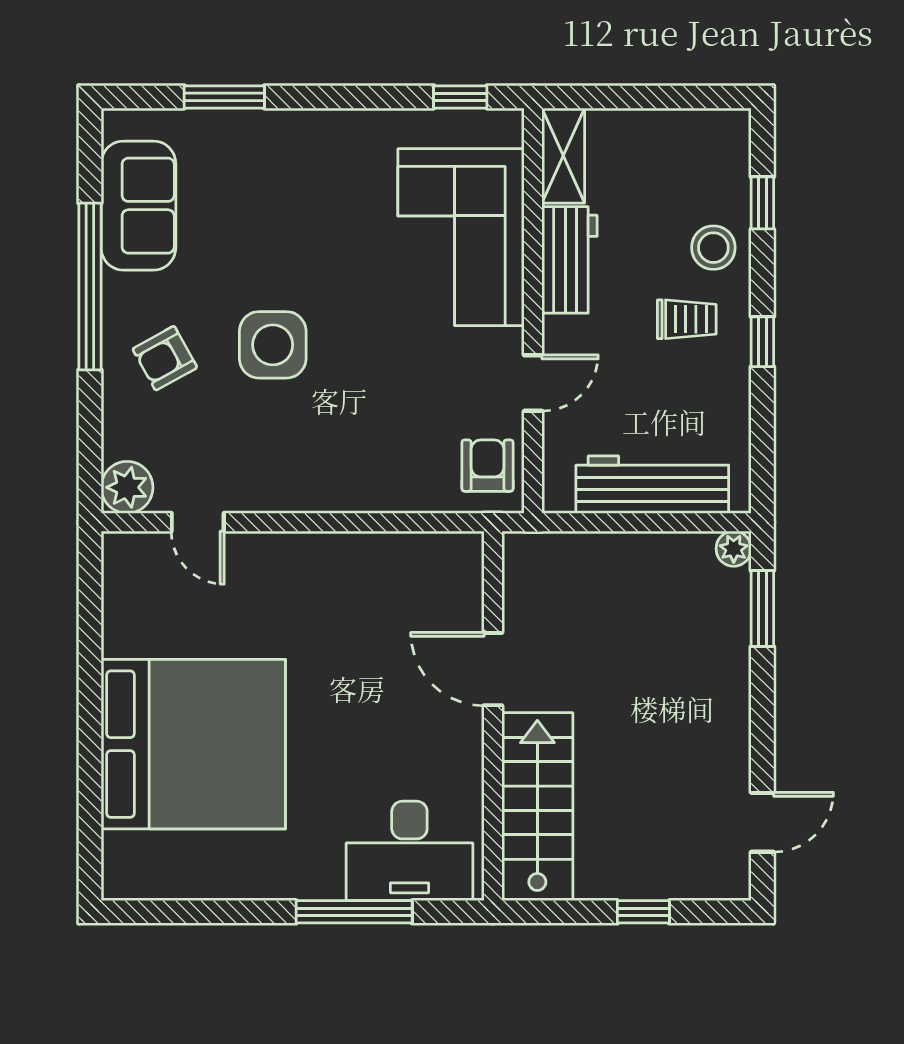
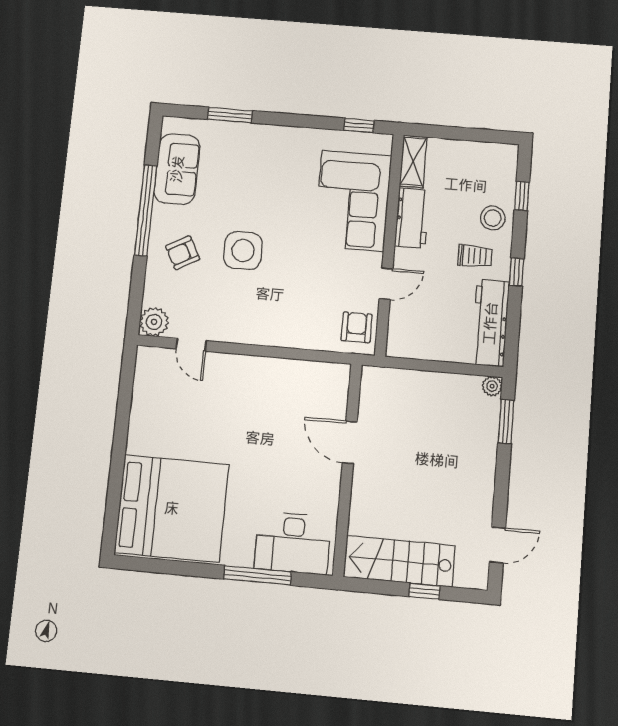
workbench: (652, 485) -> (490, 323), moved, turned -90
bed: (193, 744) -> (172, 508), moved
stairs: (537, 807) -> (399, 561), moved, turned -90

